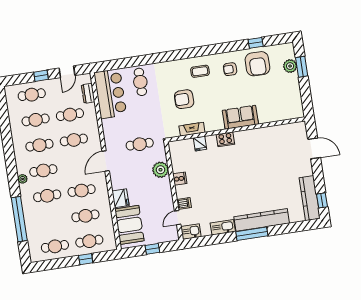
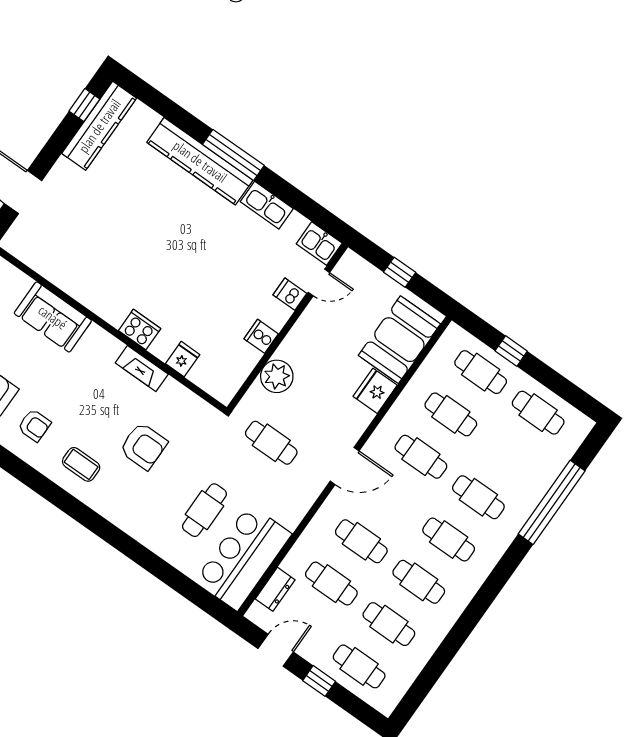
cafe table: (140, 82) -> (204, 510), moved
sofa: (240, 117) -> (53, 317), moved
fireplace: (192, 129) -> (142, 369), moved
plant: (23, 179) -> (491, 556), removed

